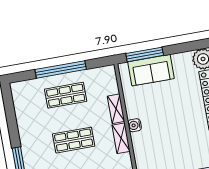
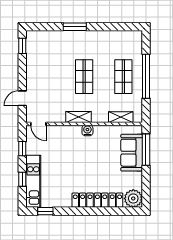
shelving: (116, 109) -> (121, 117), moved

